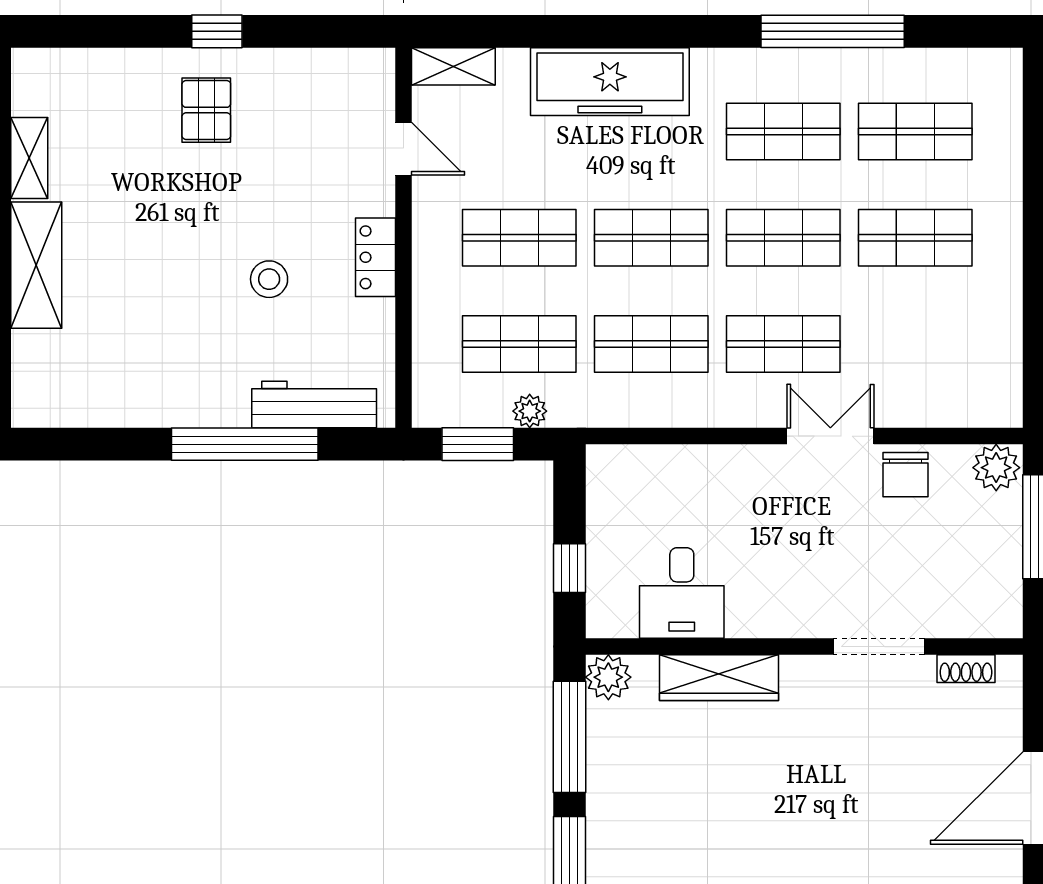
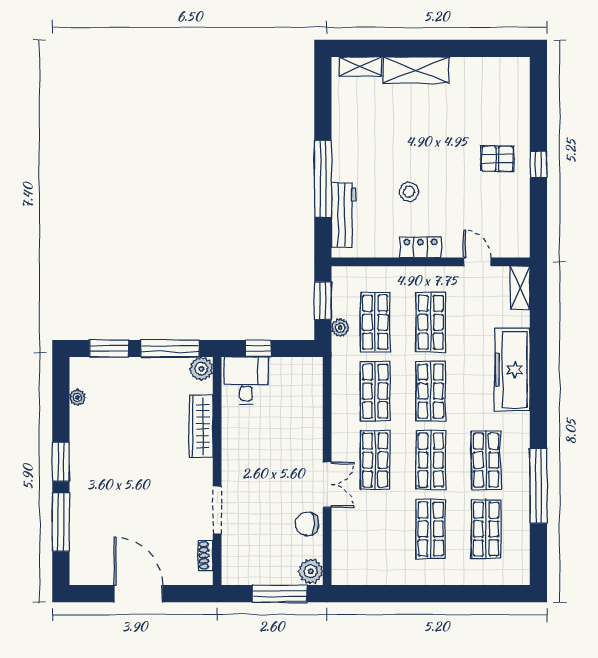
door: (404, 149) -> (477, 262), swing flipped
shelving: (29, 158) -> (360, 66), moved
desk: (682, 593) -> (246, 381), moved, turned 90

